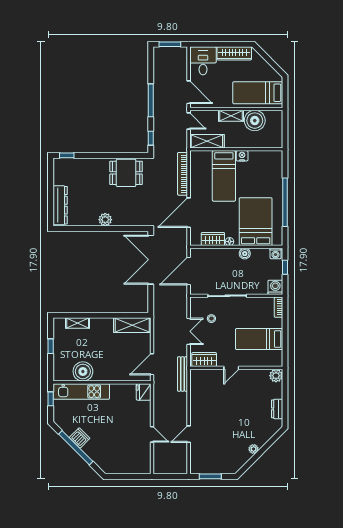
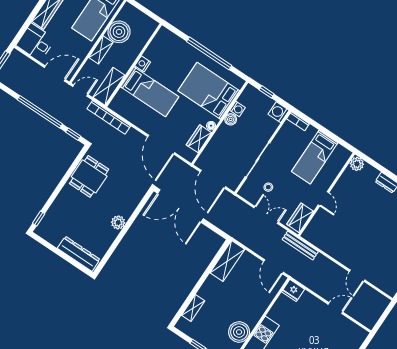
window: (151, 100) -> (40, 112), width x1.46
bookcase: (183, 174) -> (109, 117), moved
washing machine: (275, 253) -> (237, 109), moved

